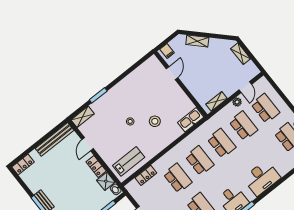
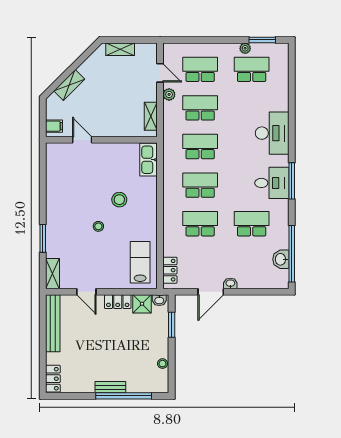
locker: (146, 175) -> (170, 270), moved

